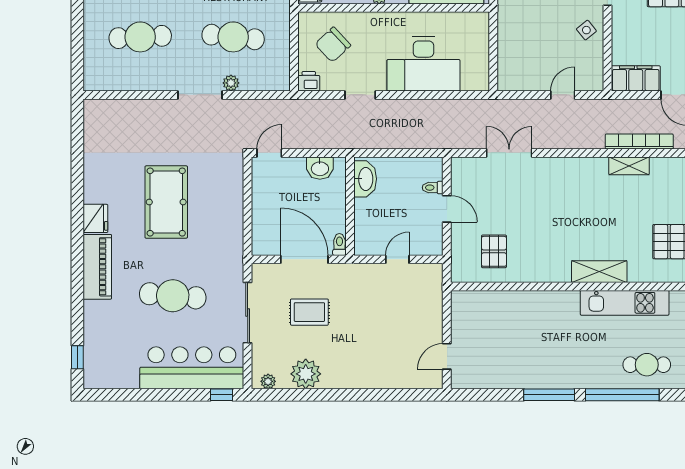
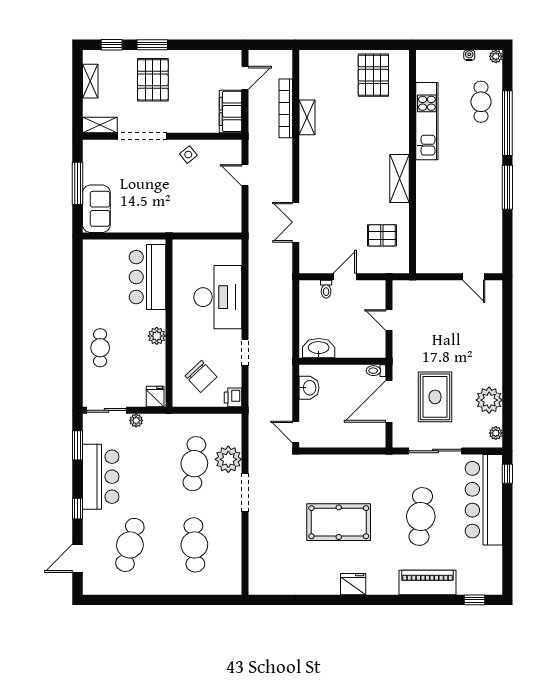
plant: (231, 83) -> (228, 459), width x1.88, depth x1.88
piano: (97, 267) -> (427, 582), moved
shelving: (599, 272) -> (400, 179), moved
rug: (309, 312) -> (435, 397), width x1.36, depth x1.43

